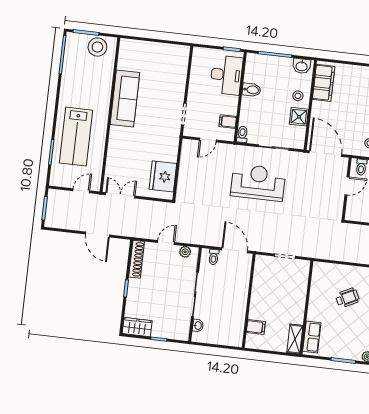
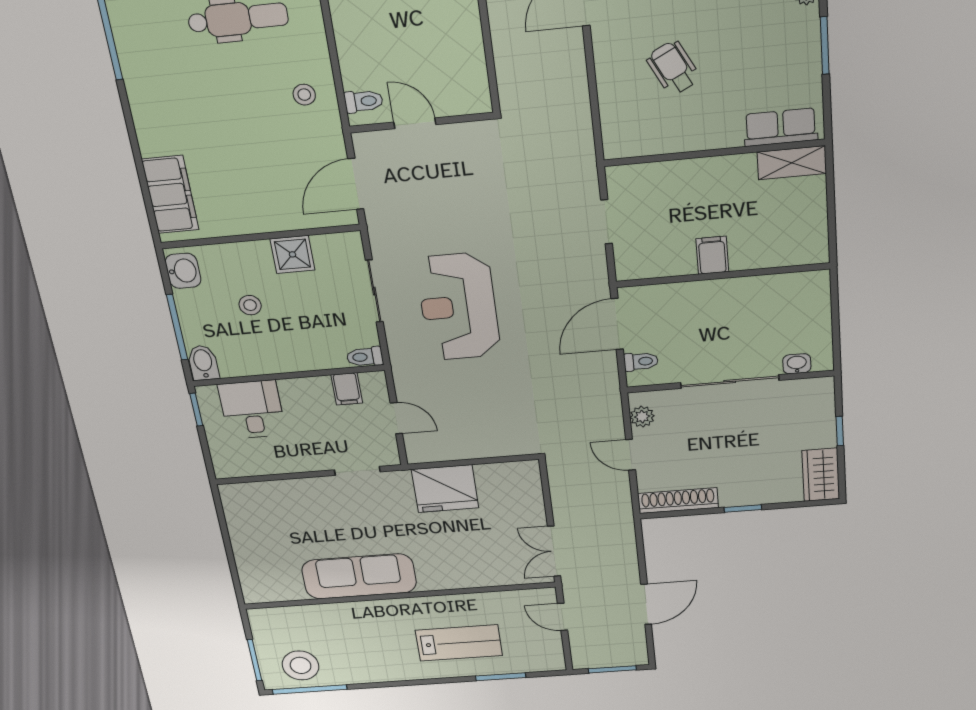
stool: (97, 47) -> (301, 665), moved
desk: (226, 75) -> (252, 410), width x0.73
filing cabinet: (324, 83) -> (170, 195), moved, turned 90
bidet: (251, 90) -> (203, 363), moved
stool: (298, 96) -> (250, 305), moved
lab bench: (76, 137) -> (459, 643), width x0.73, depth x0.72
door: (325, 154) -> (356, 184), width x0.73
fridge: (163, 176) -> (445, 489), moved
door: (97, 234) -> (646, 604), moved
filing cabinet: (256, 327) -> (712, 255), moved

